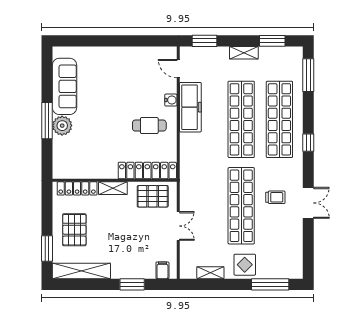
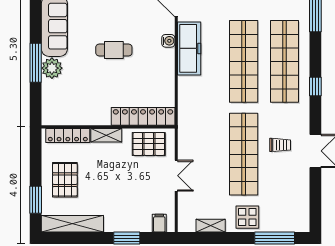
cafe table: (149, 126) -> (114, 50), moved

